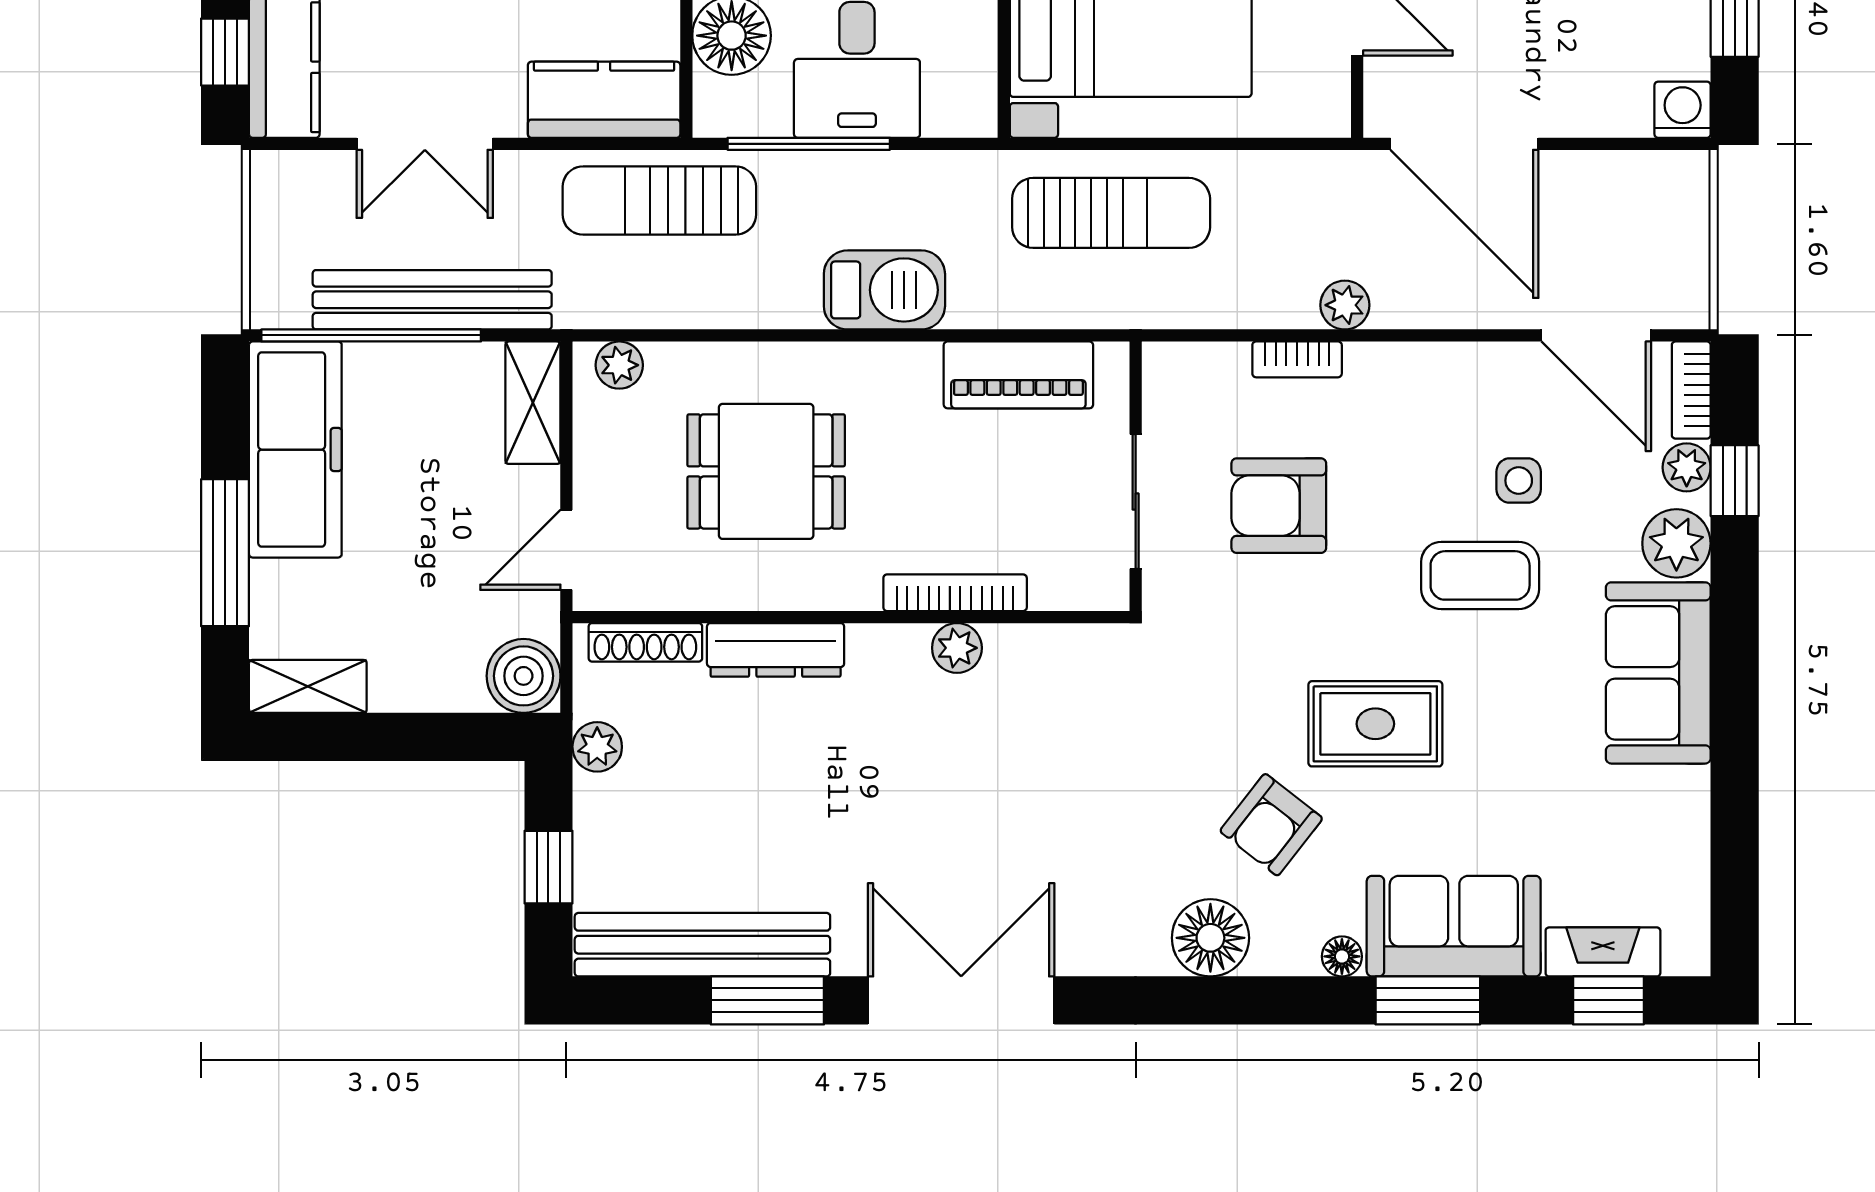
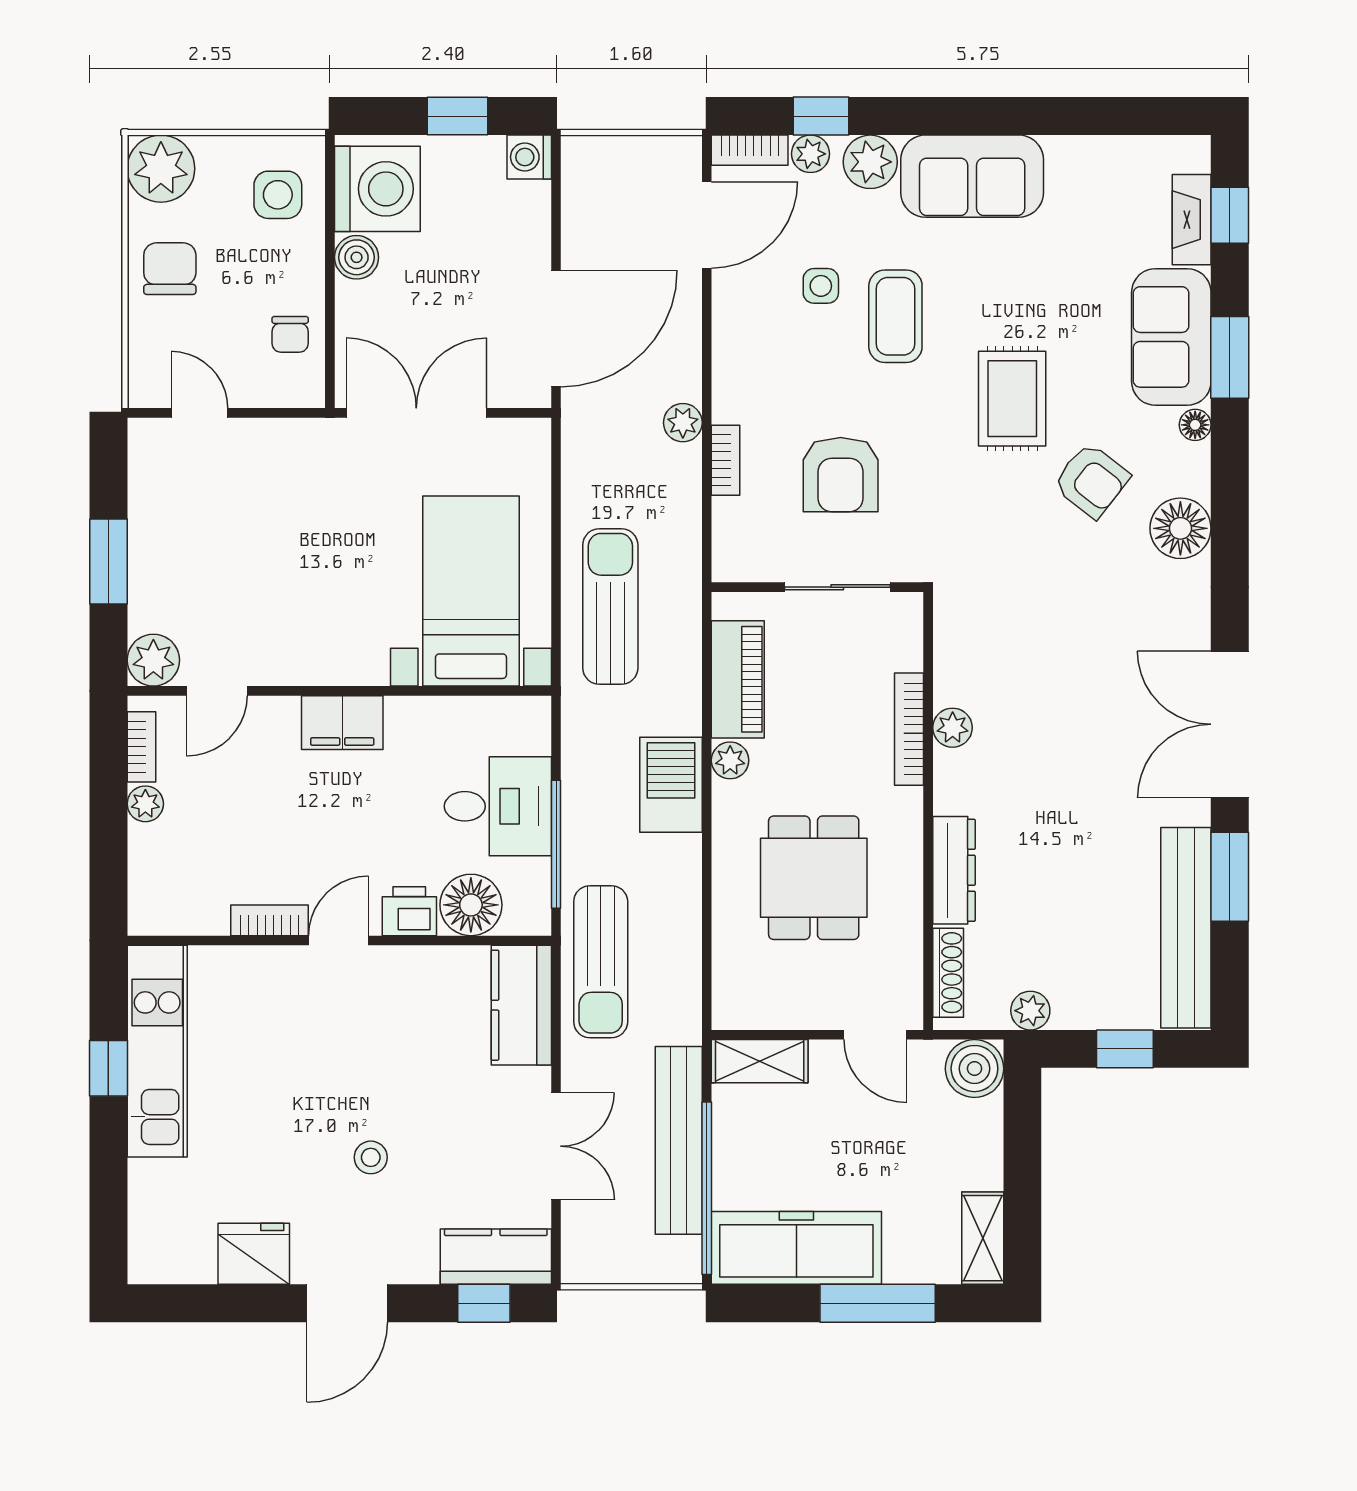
plant: (619, 365) -> (730, 760), moved

